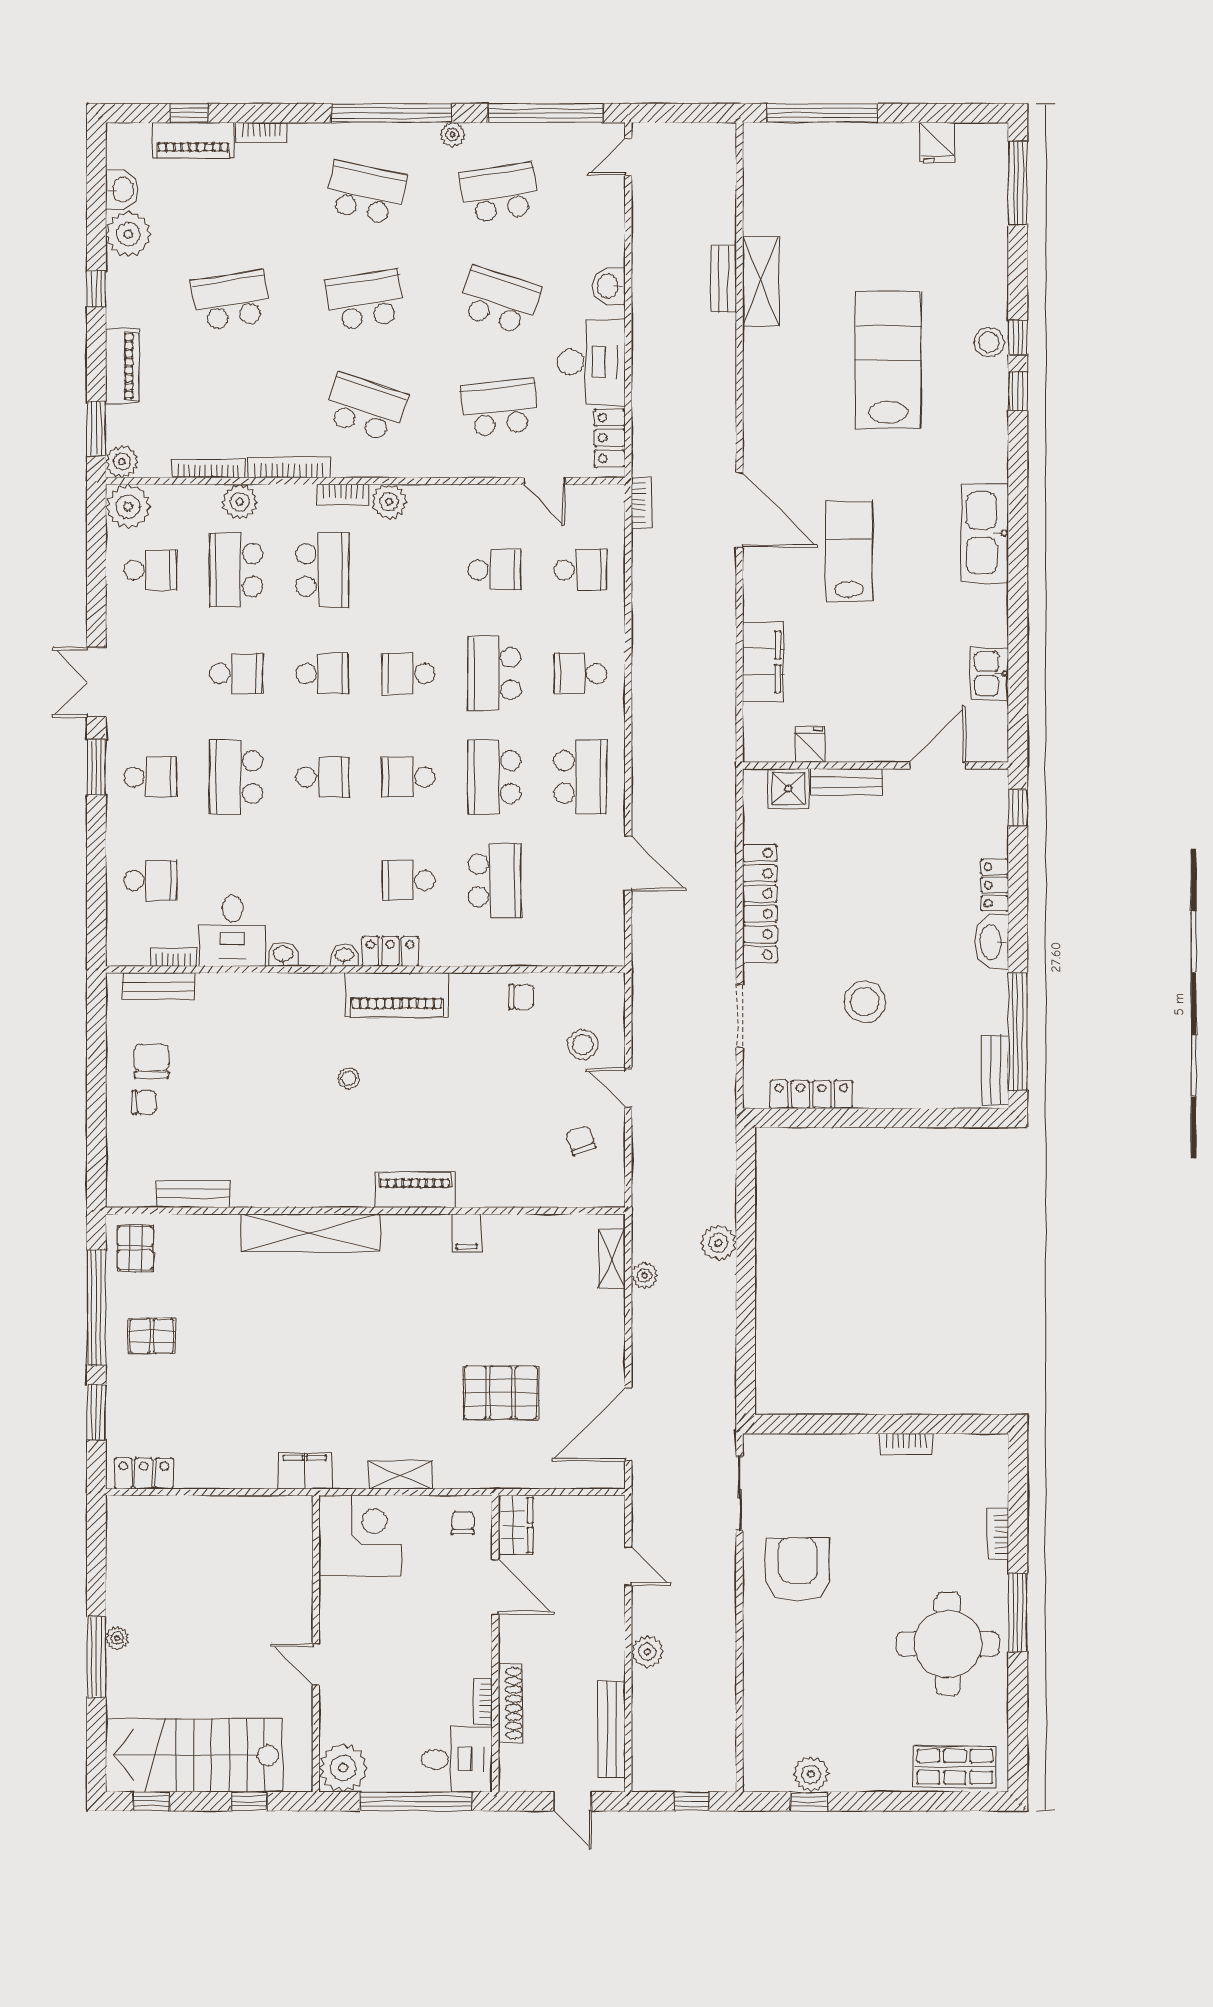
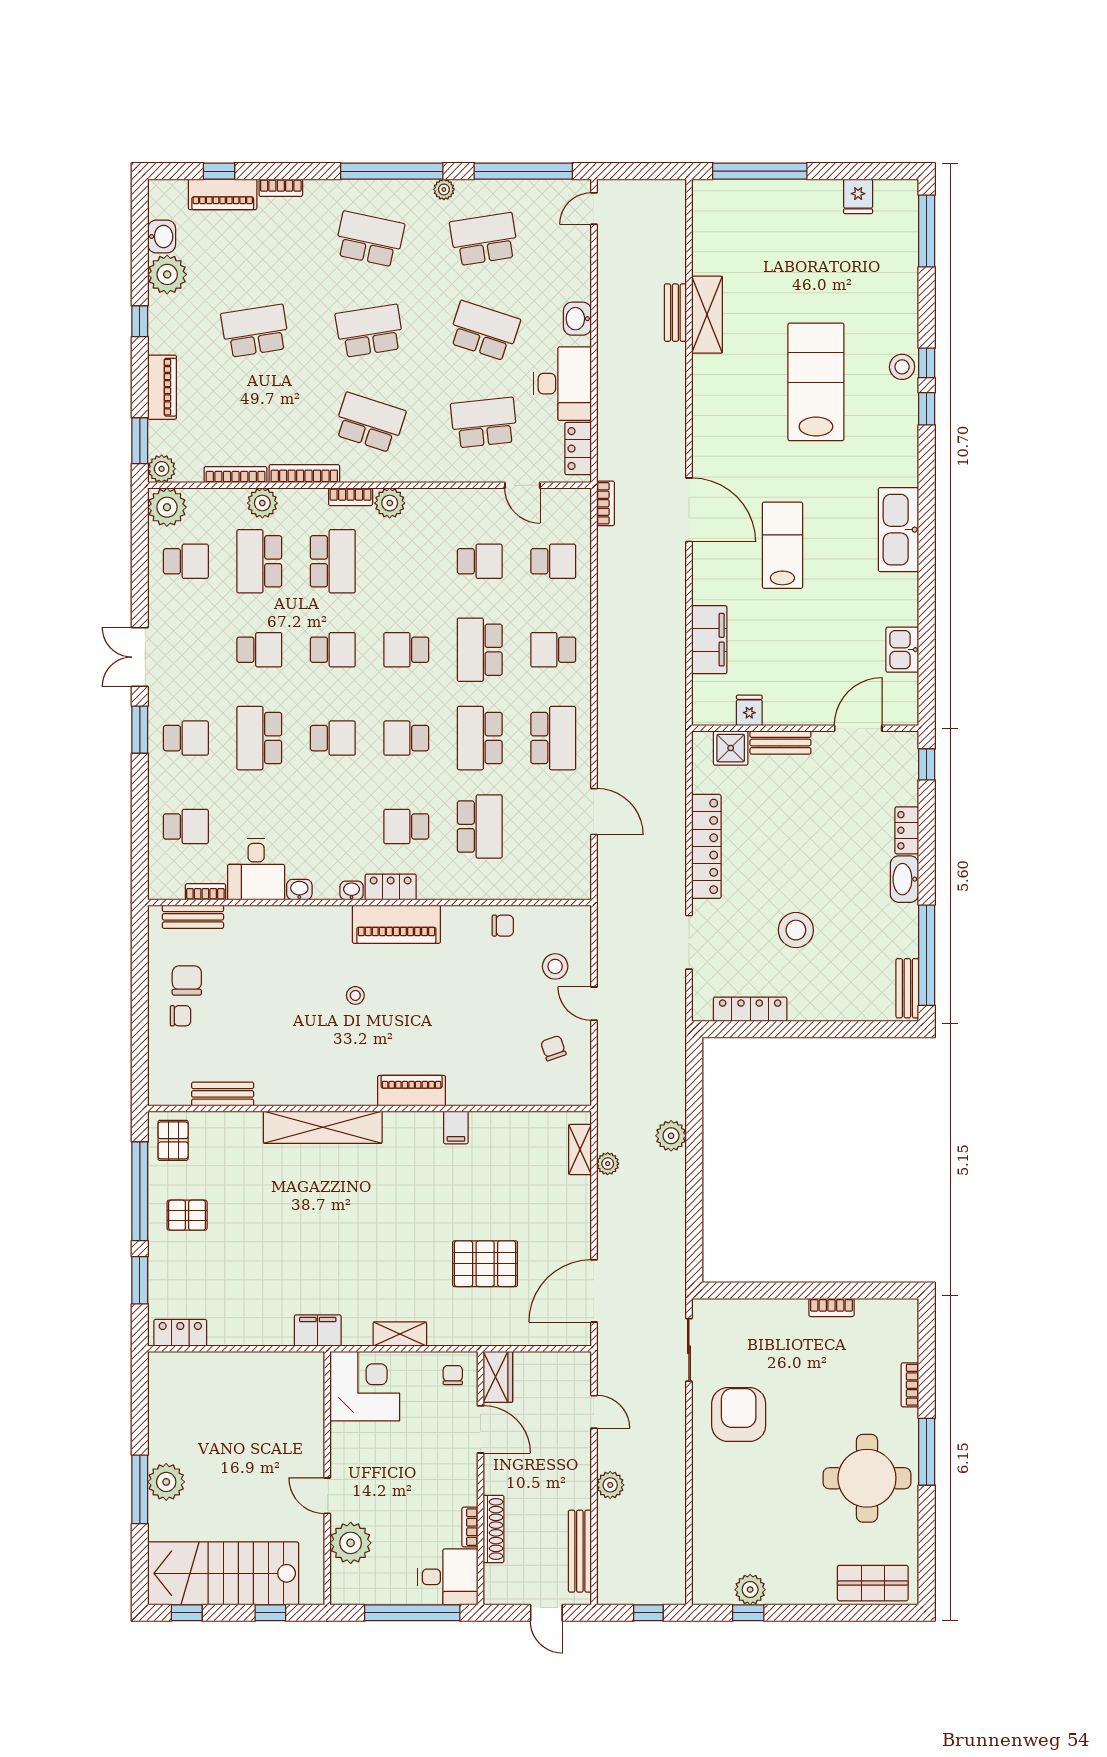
plant: (117, 1638) -> (166, 1482), width x1.87, depth x1.87
plant: (343, 1768) -> (351, 1543), moved

